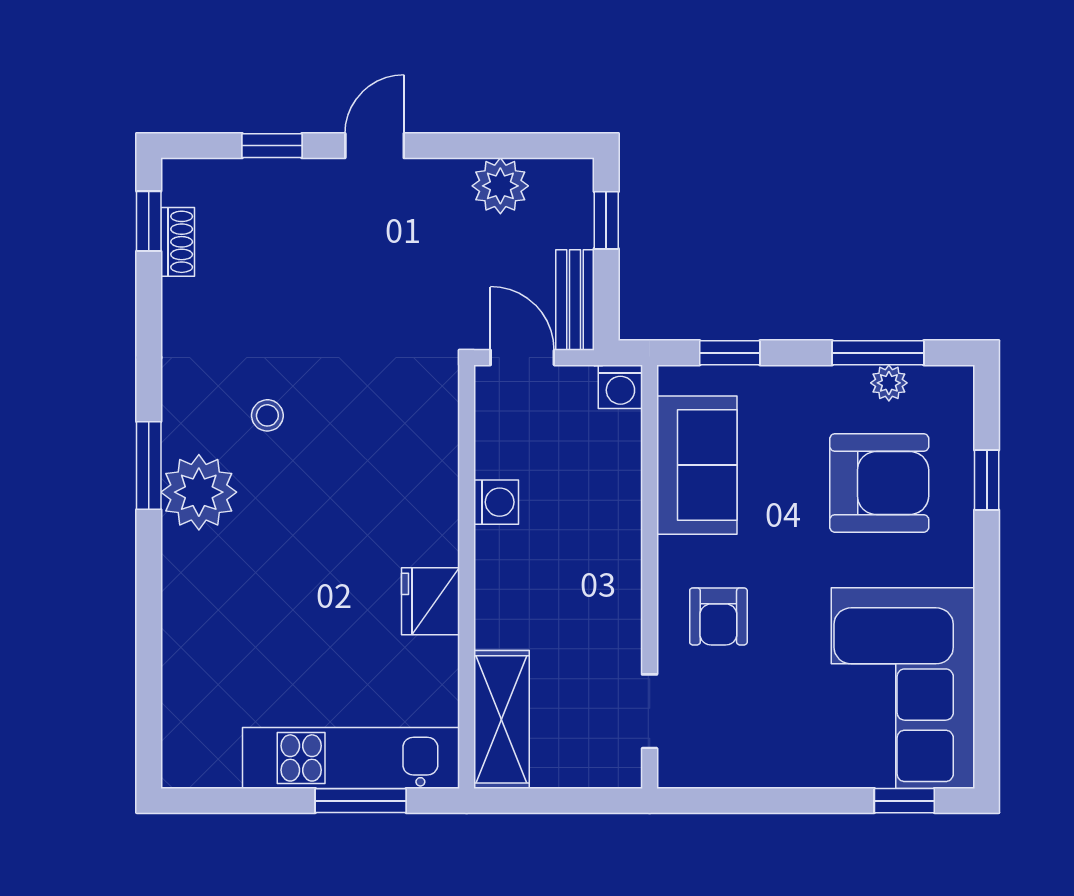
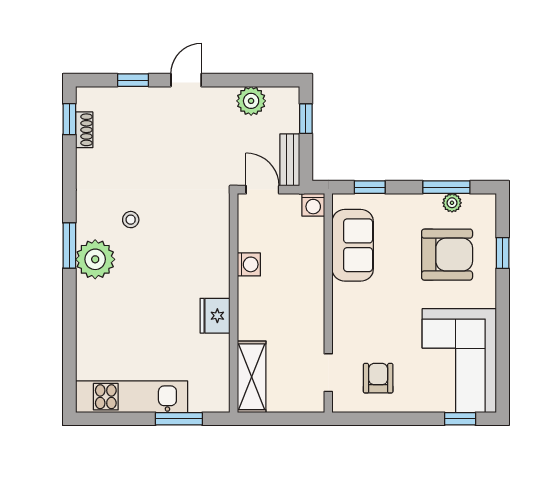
armchair: (718, 616) -> (378, 378), moved, turned 180
kitchen unit: (351, 758) -> (132, 397), moved

